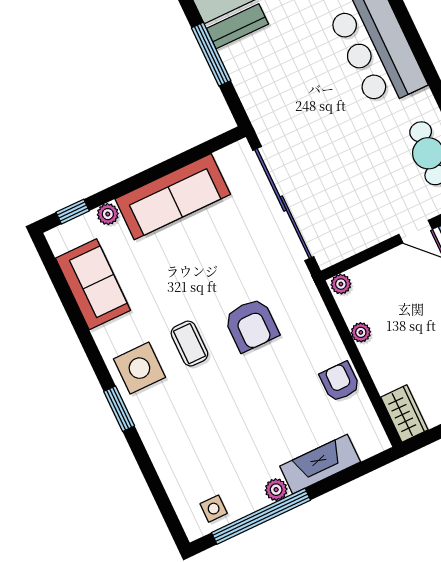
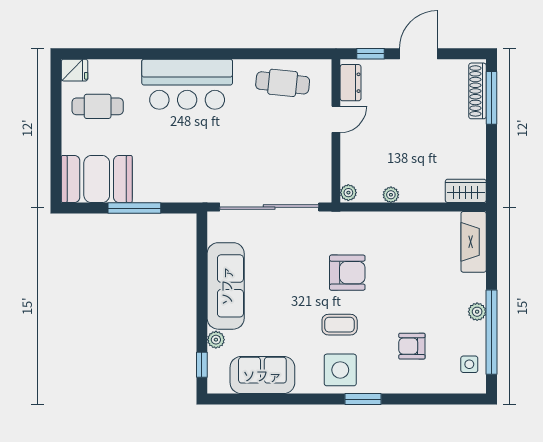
armchair: (340, 382) -> (412, 346), moved
fireplace: (320, 464) -> (474, 242), moved

